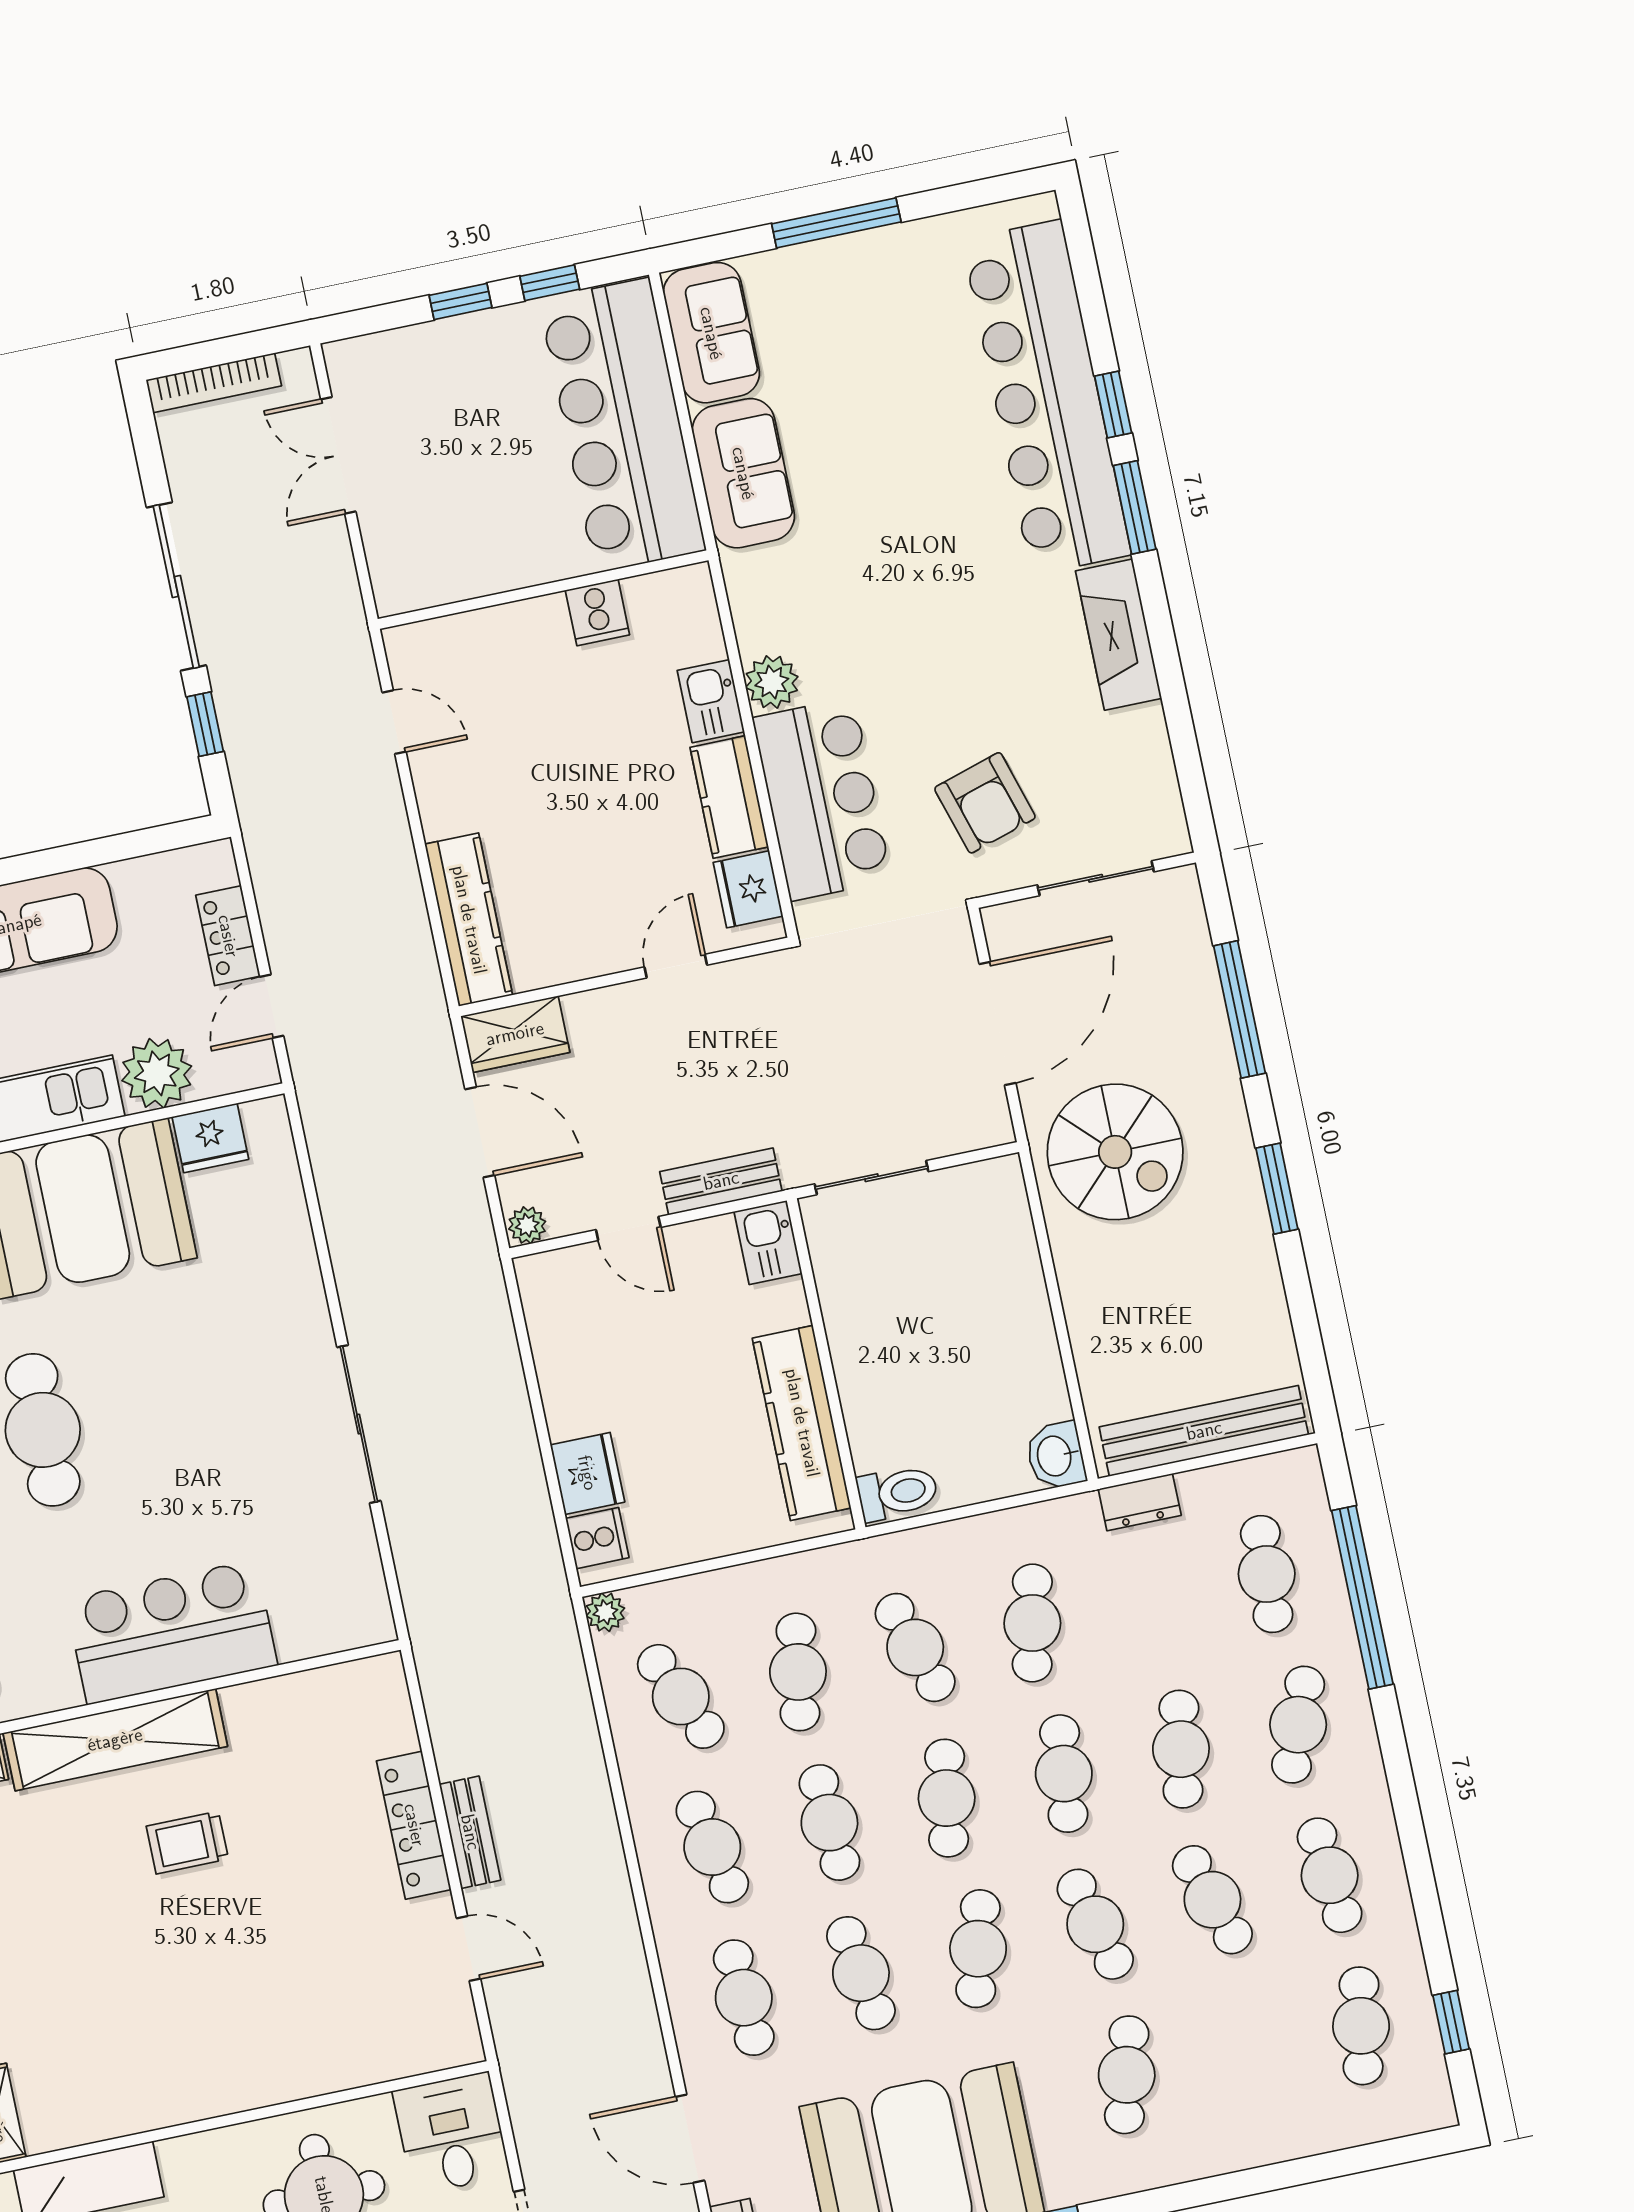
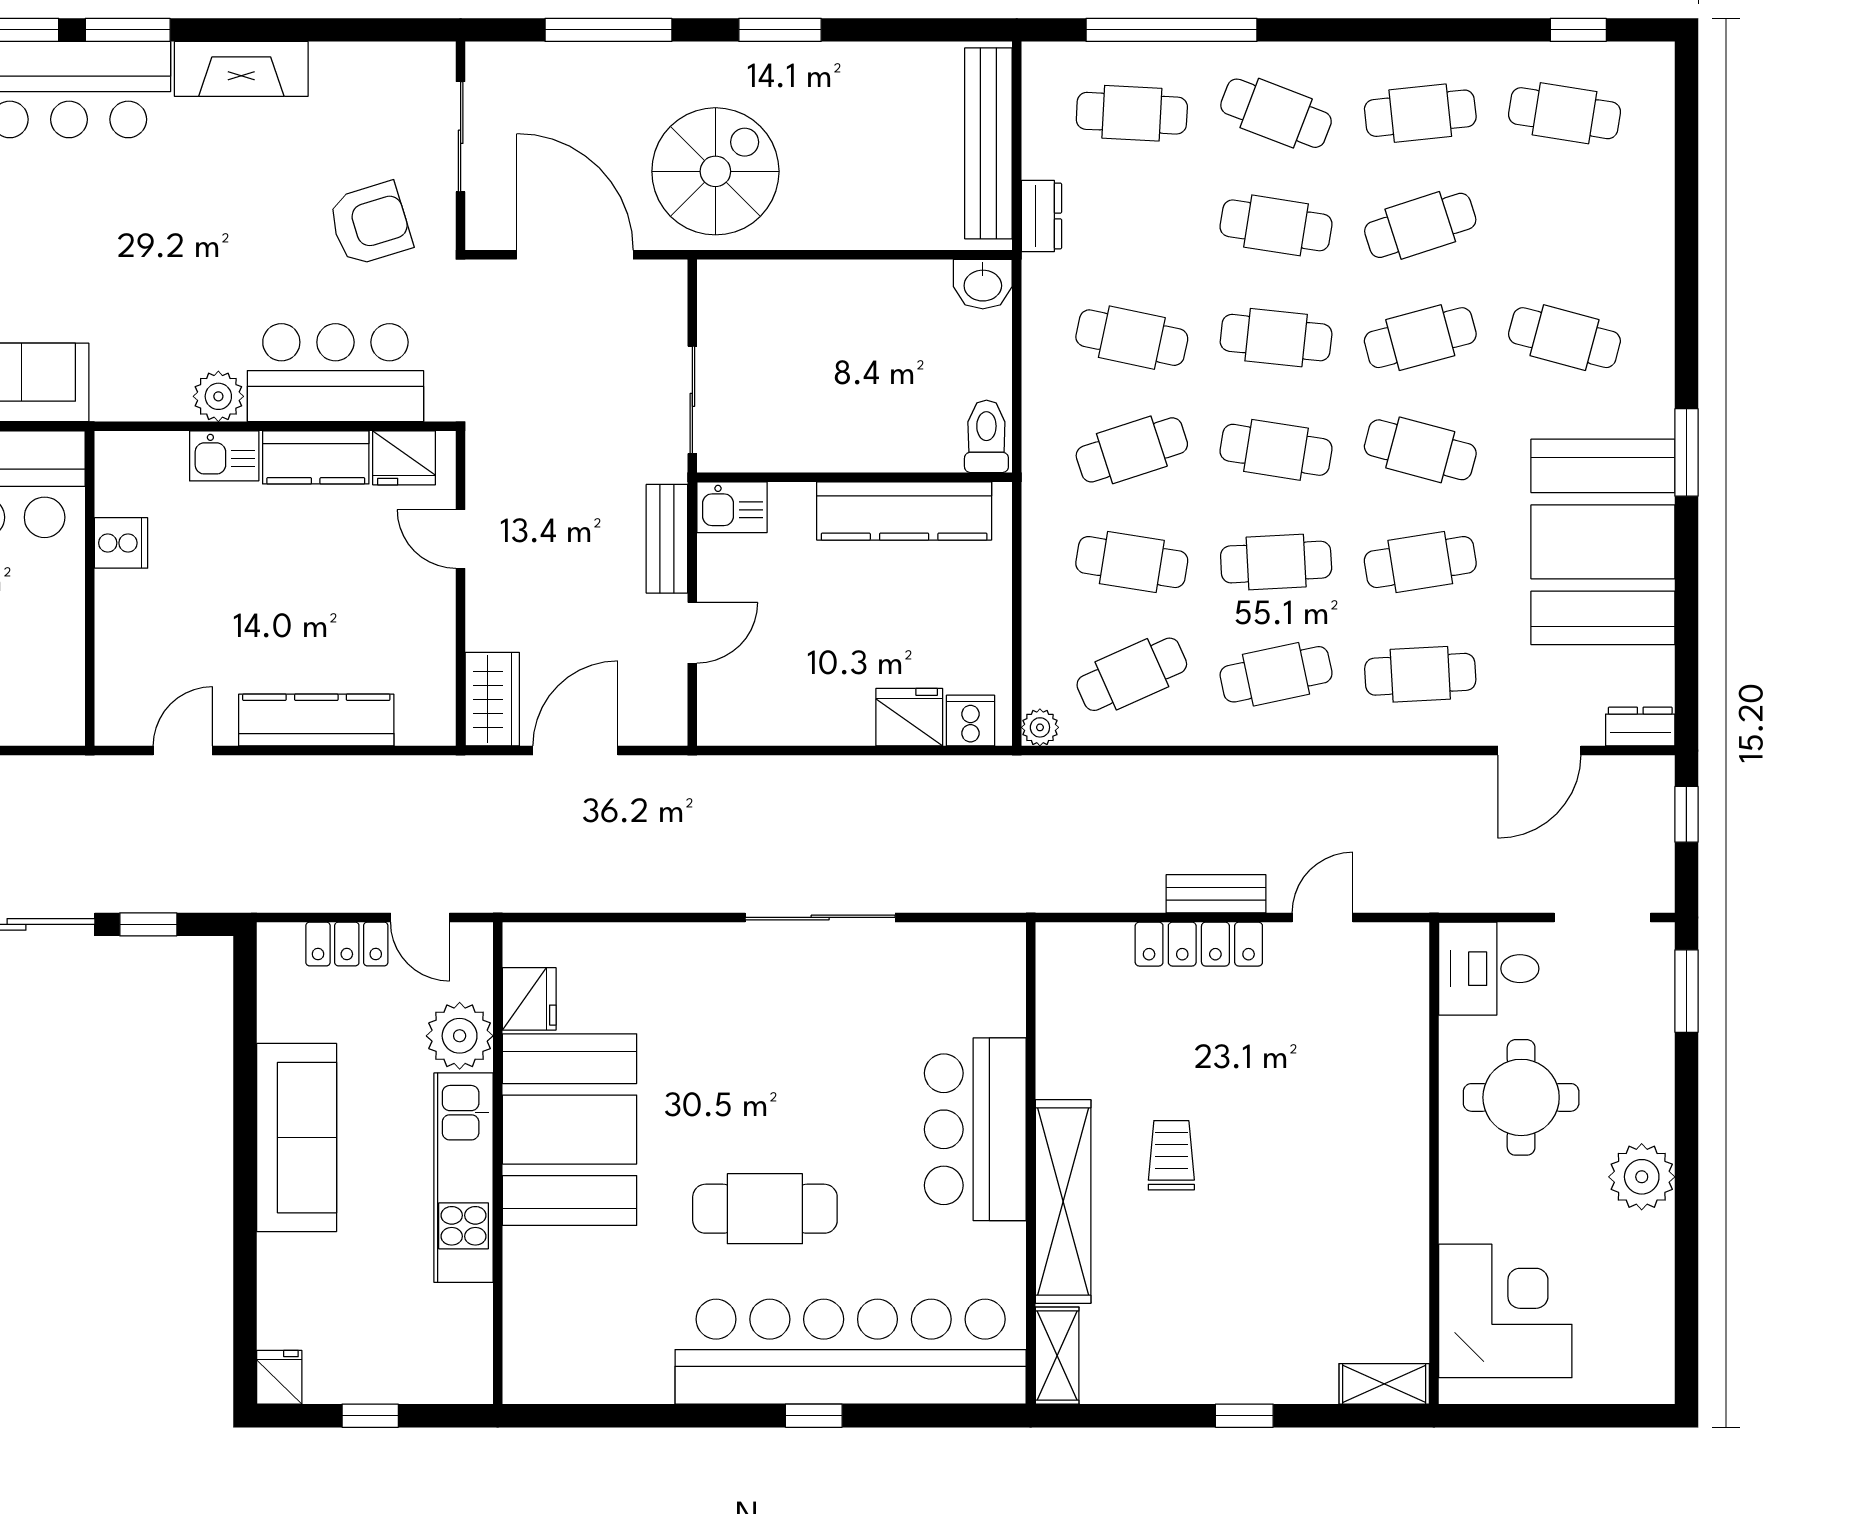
kitchen counter: (469, 920) -> (316, 720), moved
plant: (527, 1225) -> (670, 725), removed
trolley: (187, 1843) -> (1171, 1155), turned 180

